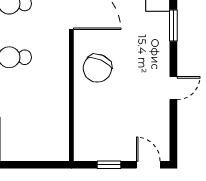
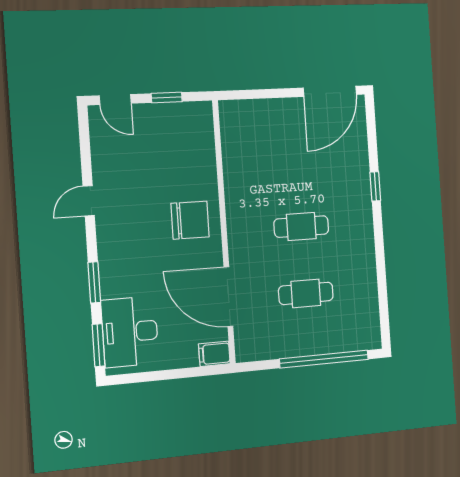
chair: (97, 68) -> (190, 220), turned 66

